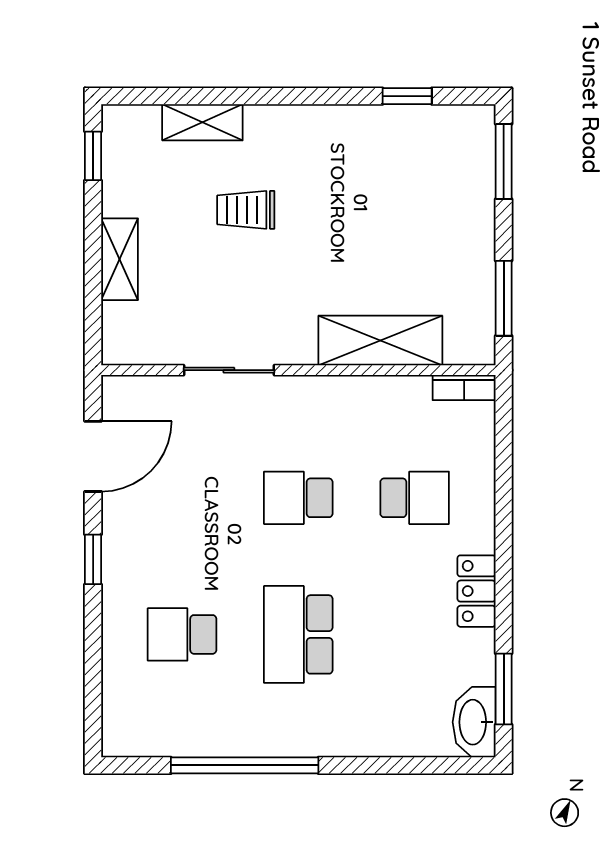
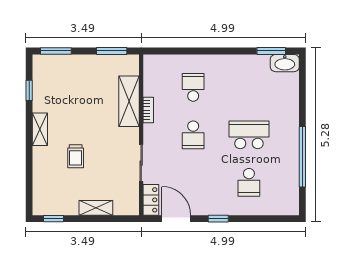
shelving: (202, 122) -> (40, 129), moved
bookcase: (464, 388) -> (148, 110), moved
locker: (476, 591) -> (151, 200), moved, turned -90
school desk: (298, 634) -> (249, 135), turned 180

